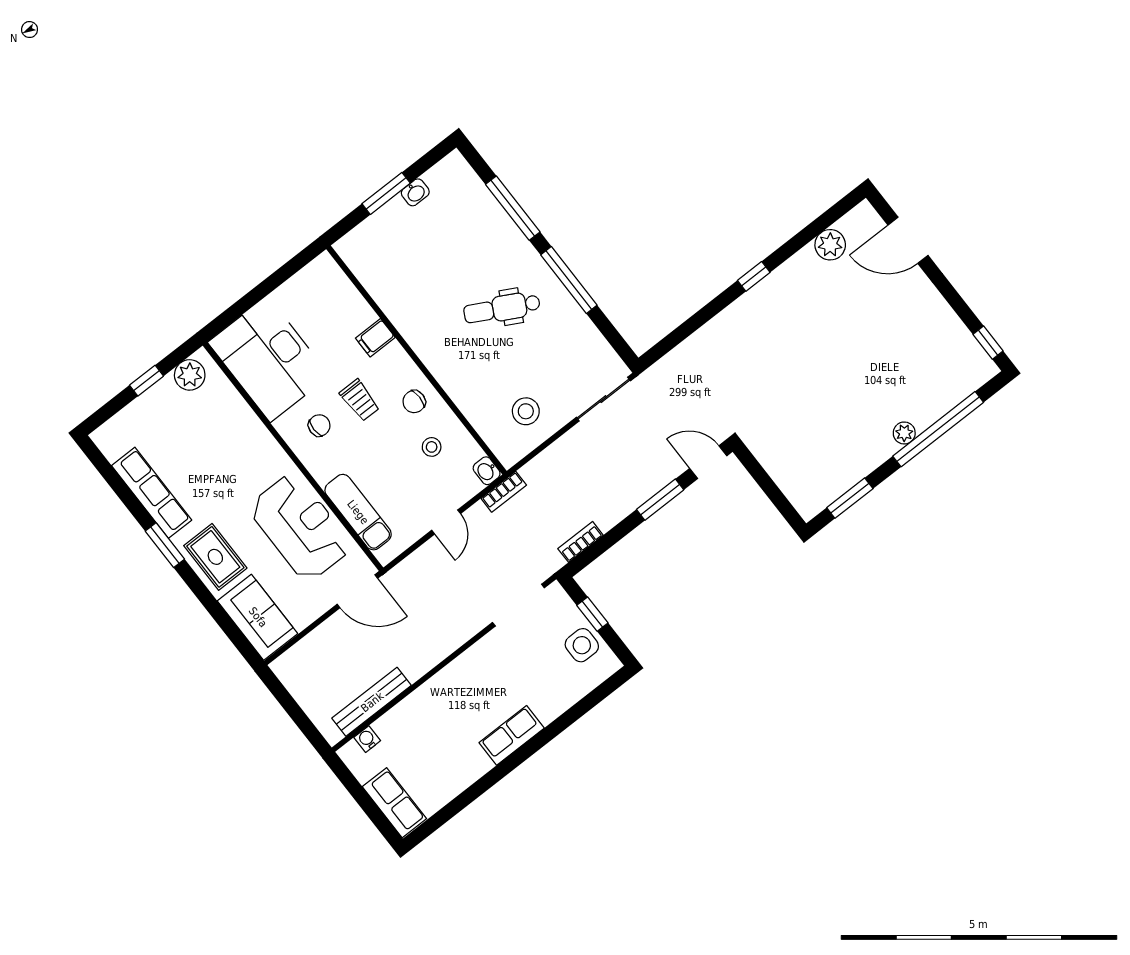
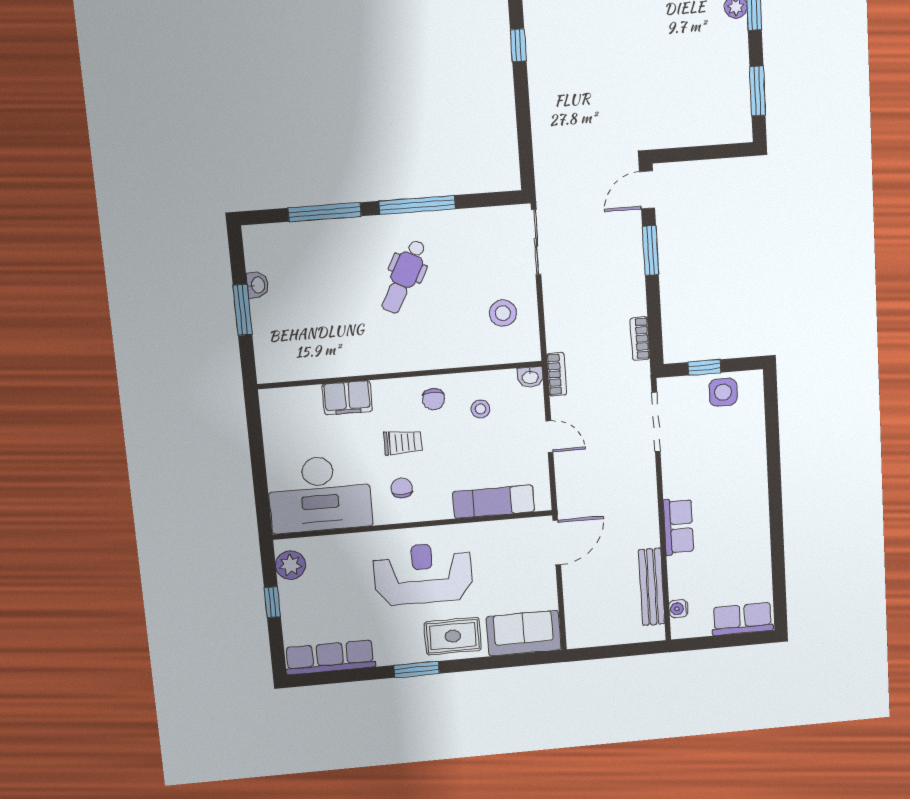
filing cabinet: (375, 338) -> (347, 398), width x2.00
row of seats: (152, 493) -> (330, 657), moved
reception desk: (300, 527) -> (423, 574), moved
row of seats: (512, 735) -> (679, 527), moved, turned 180

